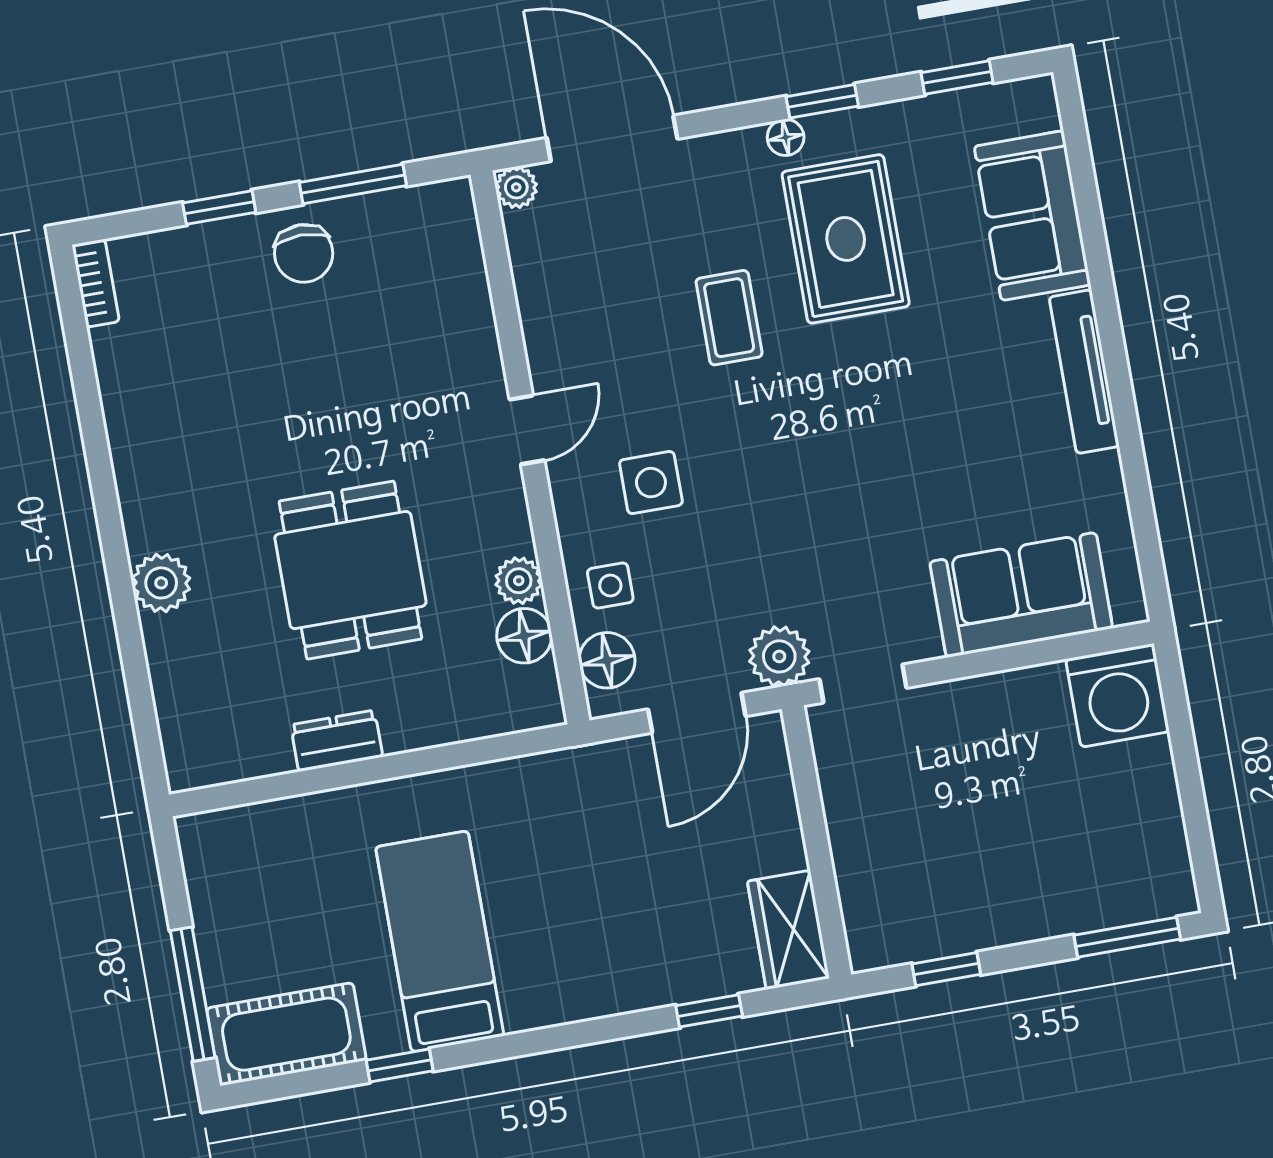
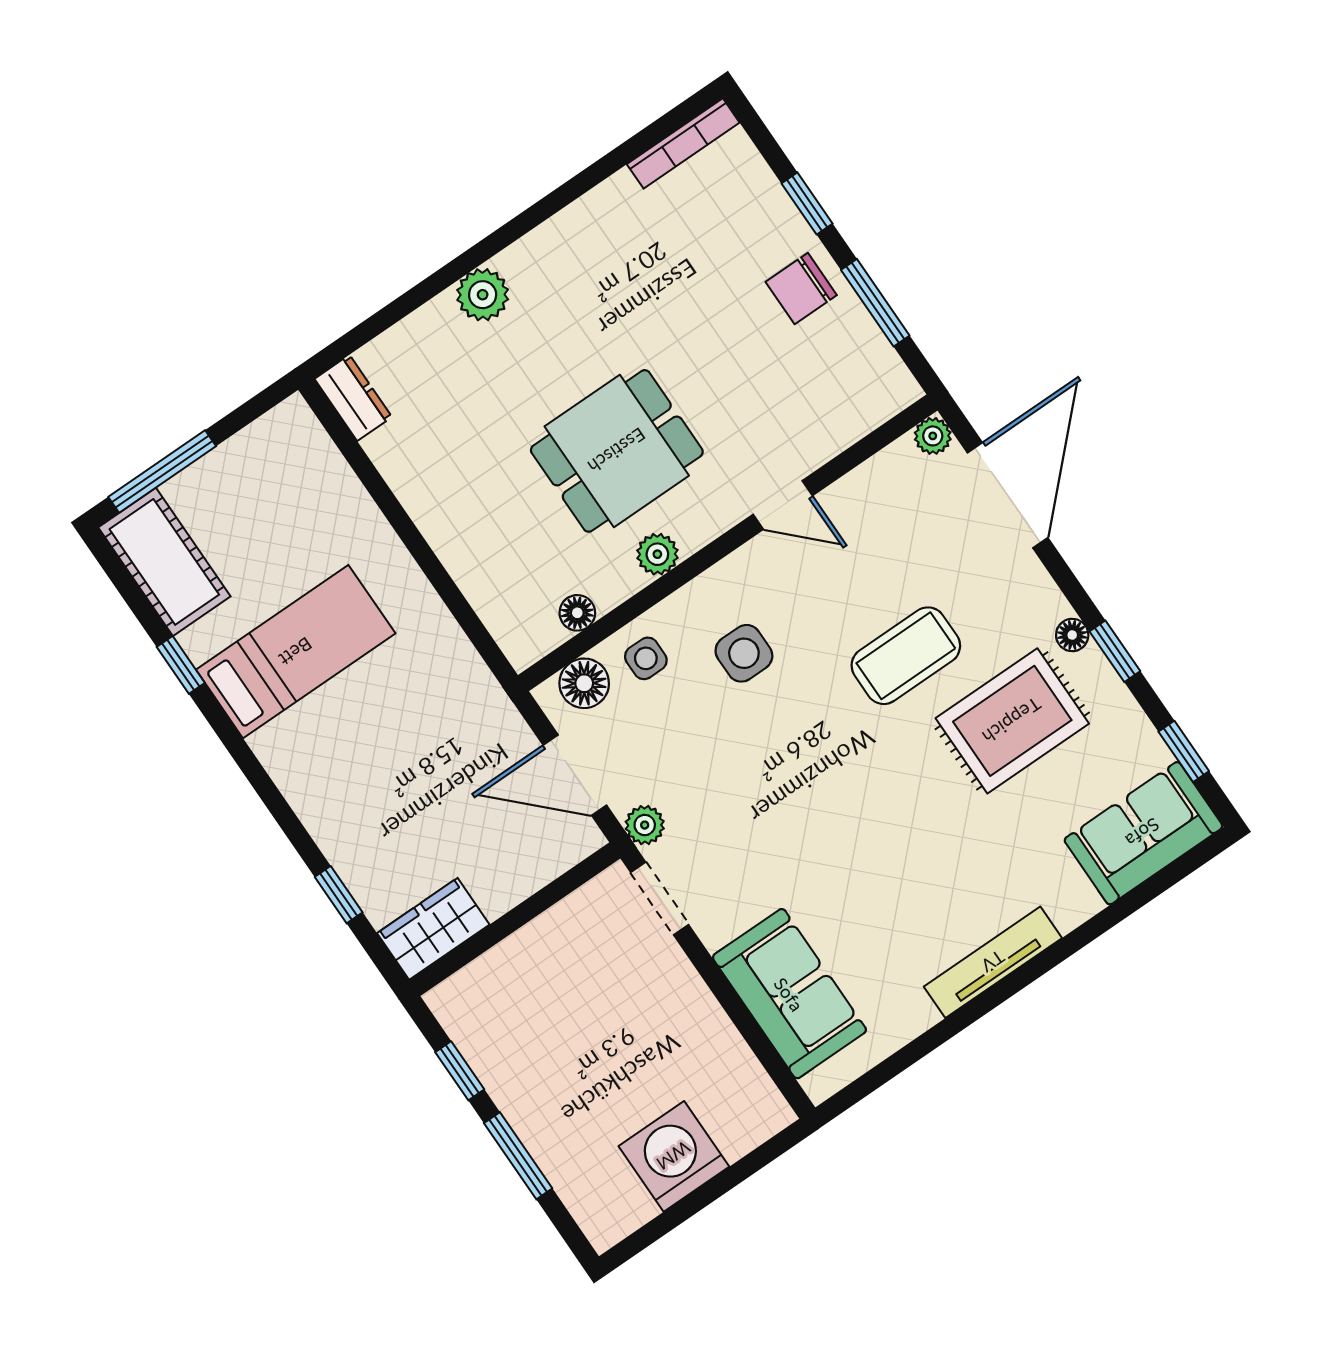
sofa: (1032, 216) -> (1143, 833), moved
bookcase: (96, 283) -> (683, 143), width x1.56
coffee table: (729, 318) -> (906, 656), width x1.36, depth x1.30
door: (527, 430) -> (783, 505), moved
dining table: (350, 570) -> (617, 451), moved
plant: (519, 581) -> (657, 554), moved
floor lamp: (524, 636) -> (577, 613), width x0.73, depth x0.73
plant: (779, 656) -> (645, 825), width x0.73, depth x0.73
washing machine: (1118, 695) -> (674, 1156), moved, turned 90
dresser: (337, 741) -> (353, 398), moved
window: (1127, 937) -> (518, 1156), moved

